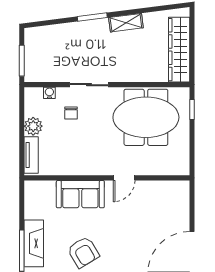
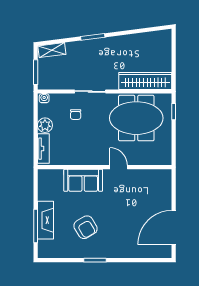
shelving: (126, 23) -> (52, 50), moved
wardrobe: (179, 50) -> (145, 81), moved, turned 90
water cooler: (49, 93) -> (44, 98), moved
door: (124, 178) -> (119, 167), swing flipped

